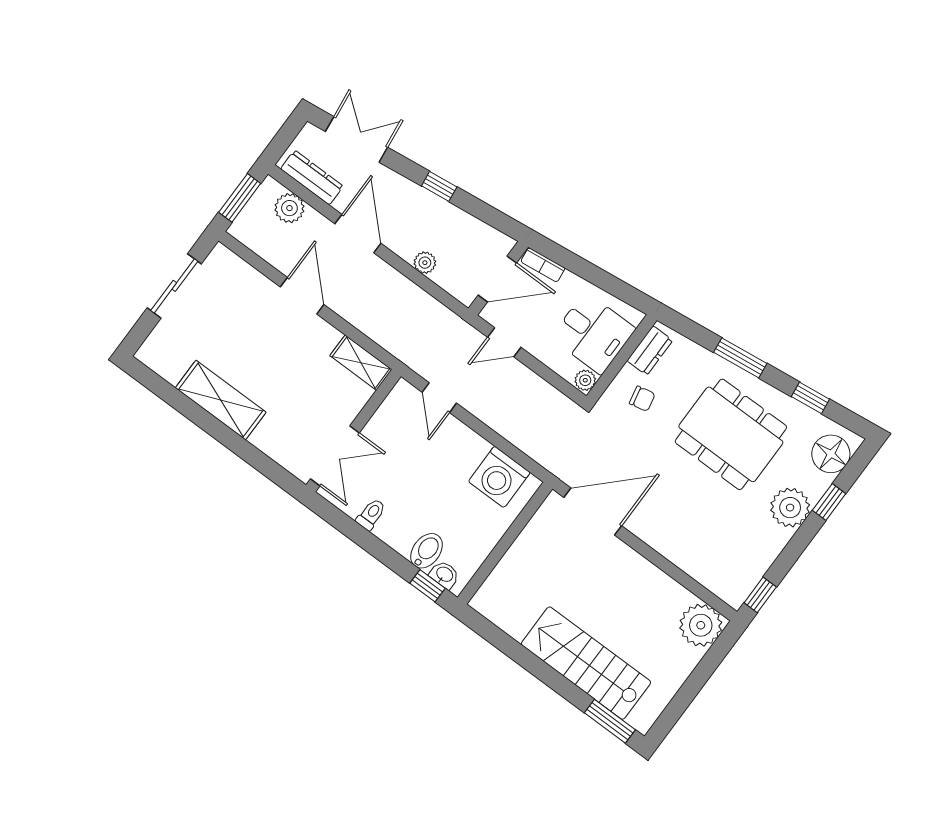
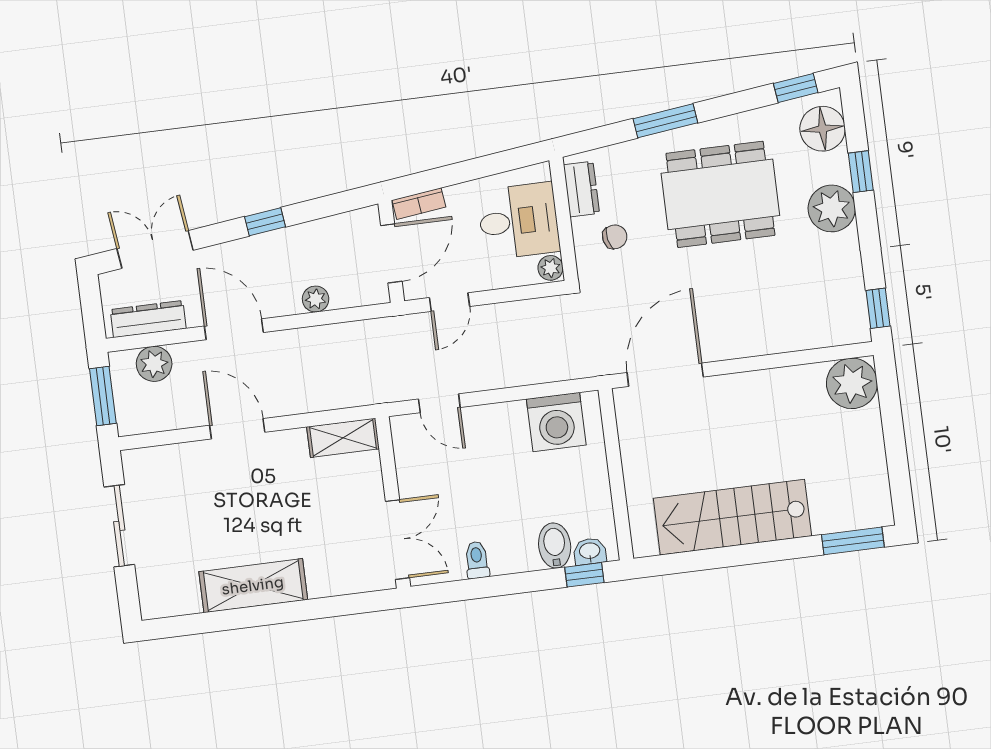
window: (810, 398) -> (796, 88), moved
stairs: (586, 663) -> (732, 517), moved

